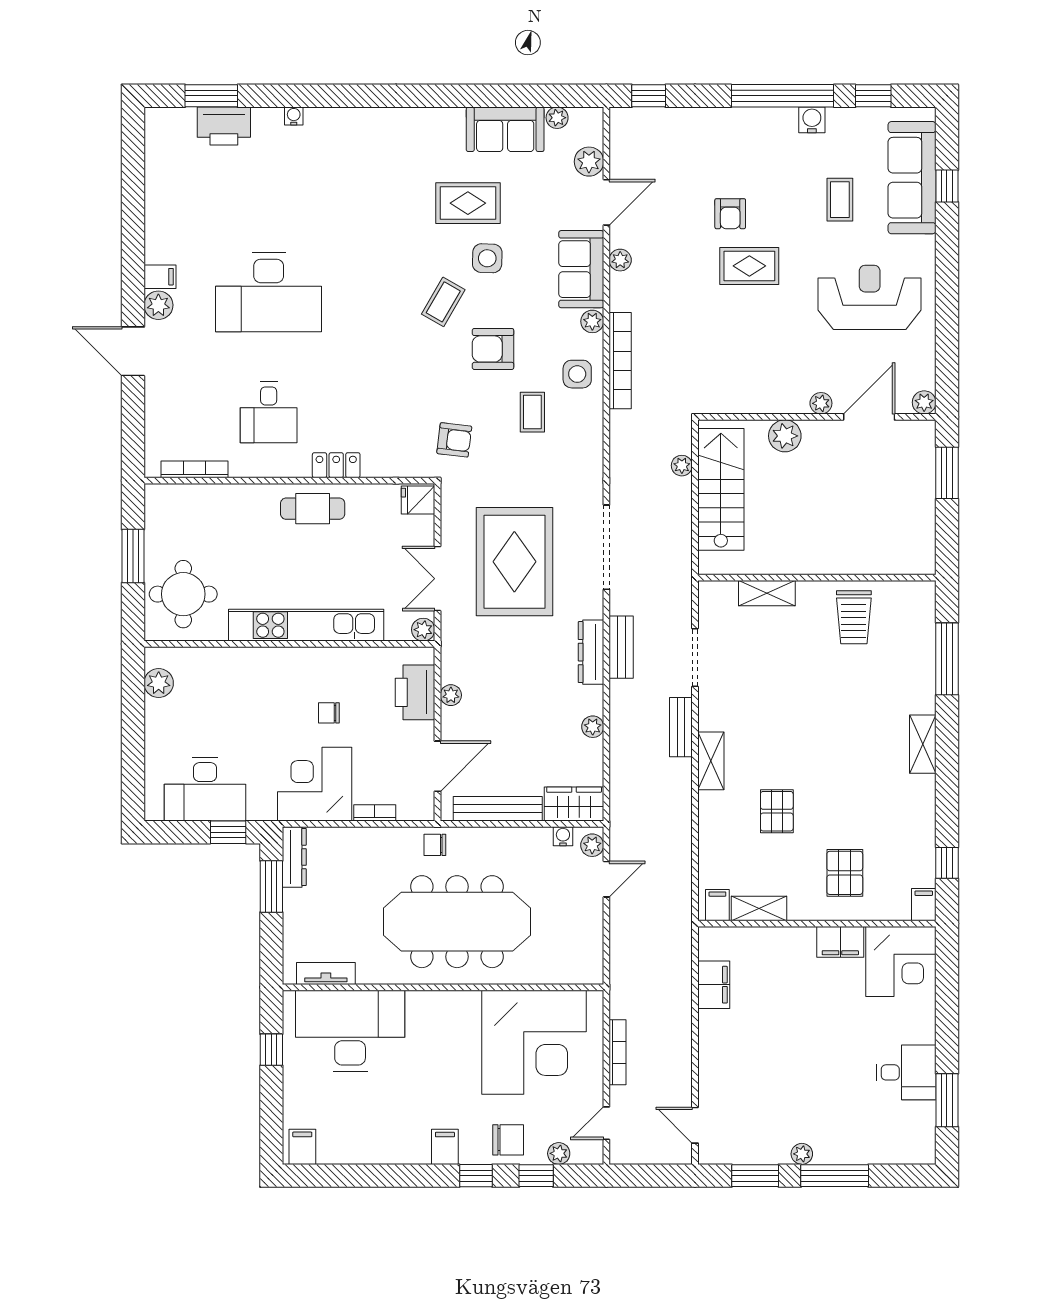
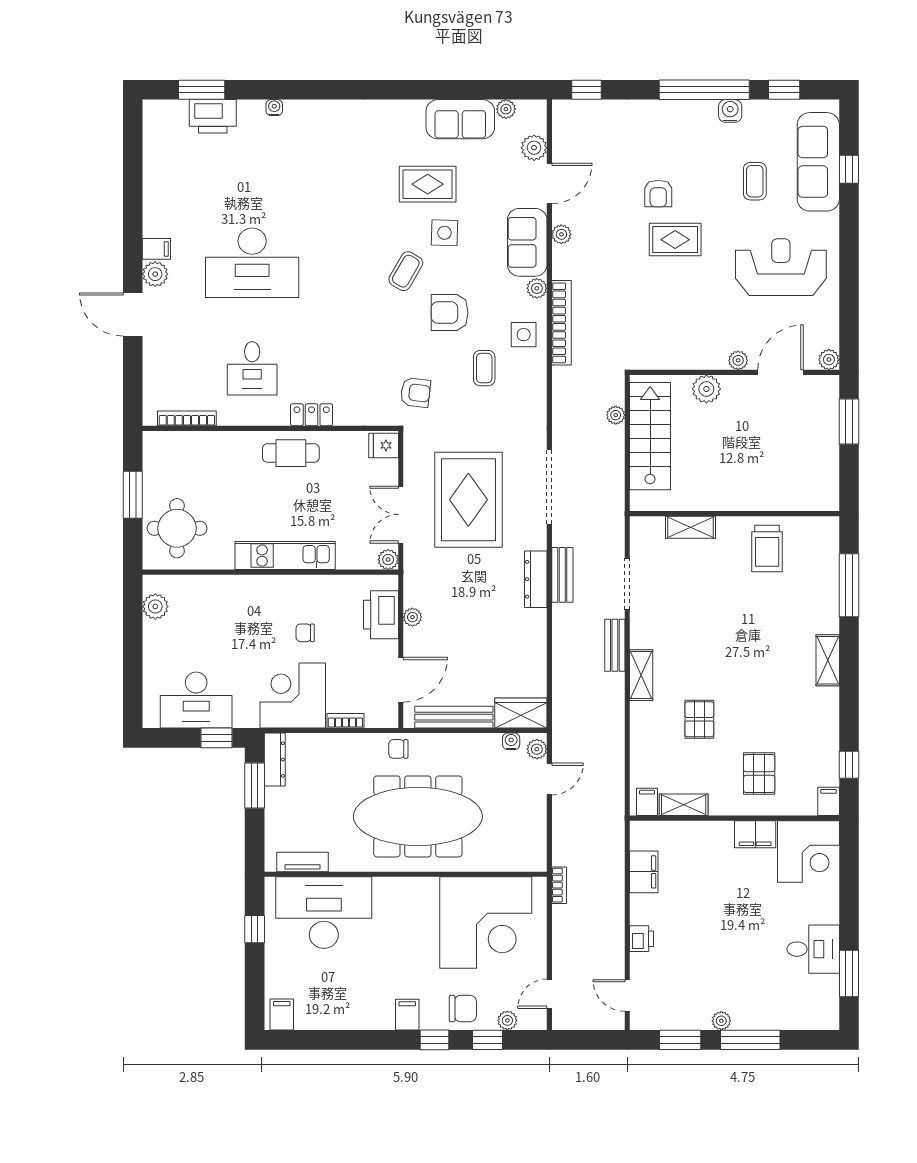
kitchen unit: (306, 625) -> (285, 556), width x0.73
plant: (593, 727) -> (537, 645), removed
bookcase: (618, 1052) -> (559, 885), moved, width x0.64
printer: (711, 1061) -> (642, 939), added

